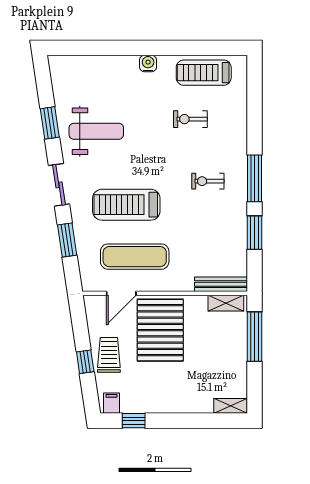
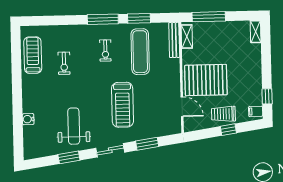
water cooler: (148, 63) -> (28, 119), moved
treadmill: (204, 73) -> (33, 55), turned 180
exercise mat: (135, 257) -> (140, 52), moved

